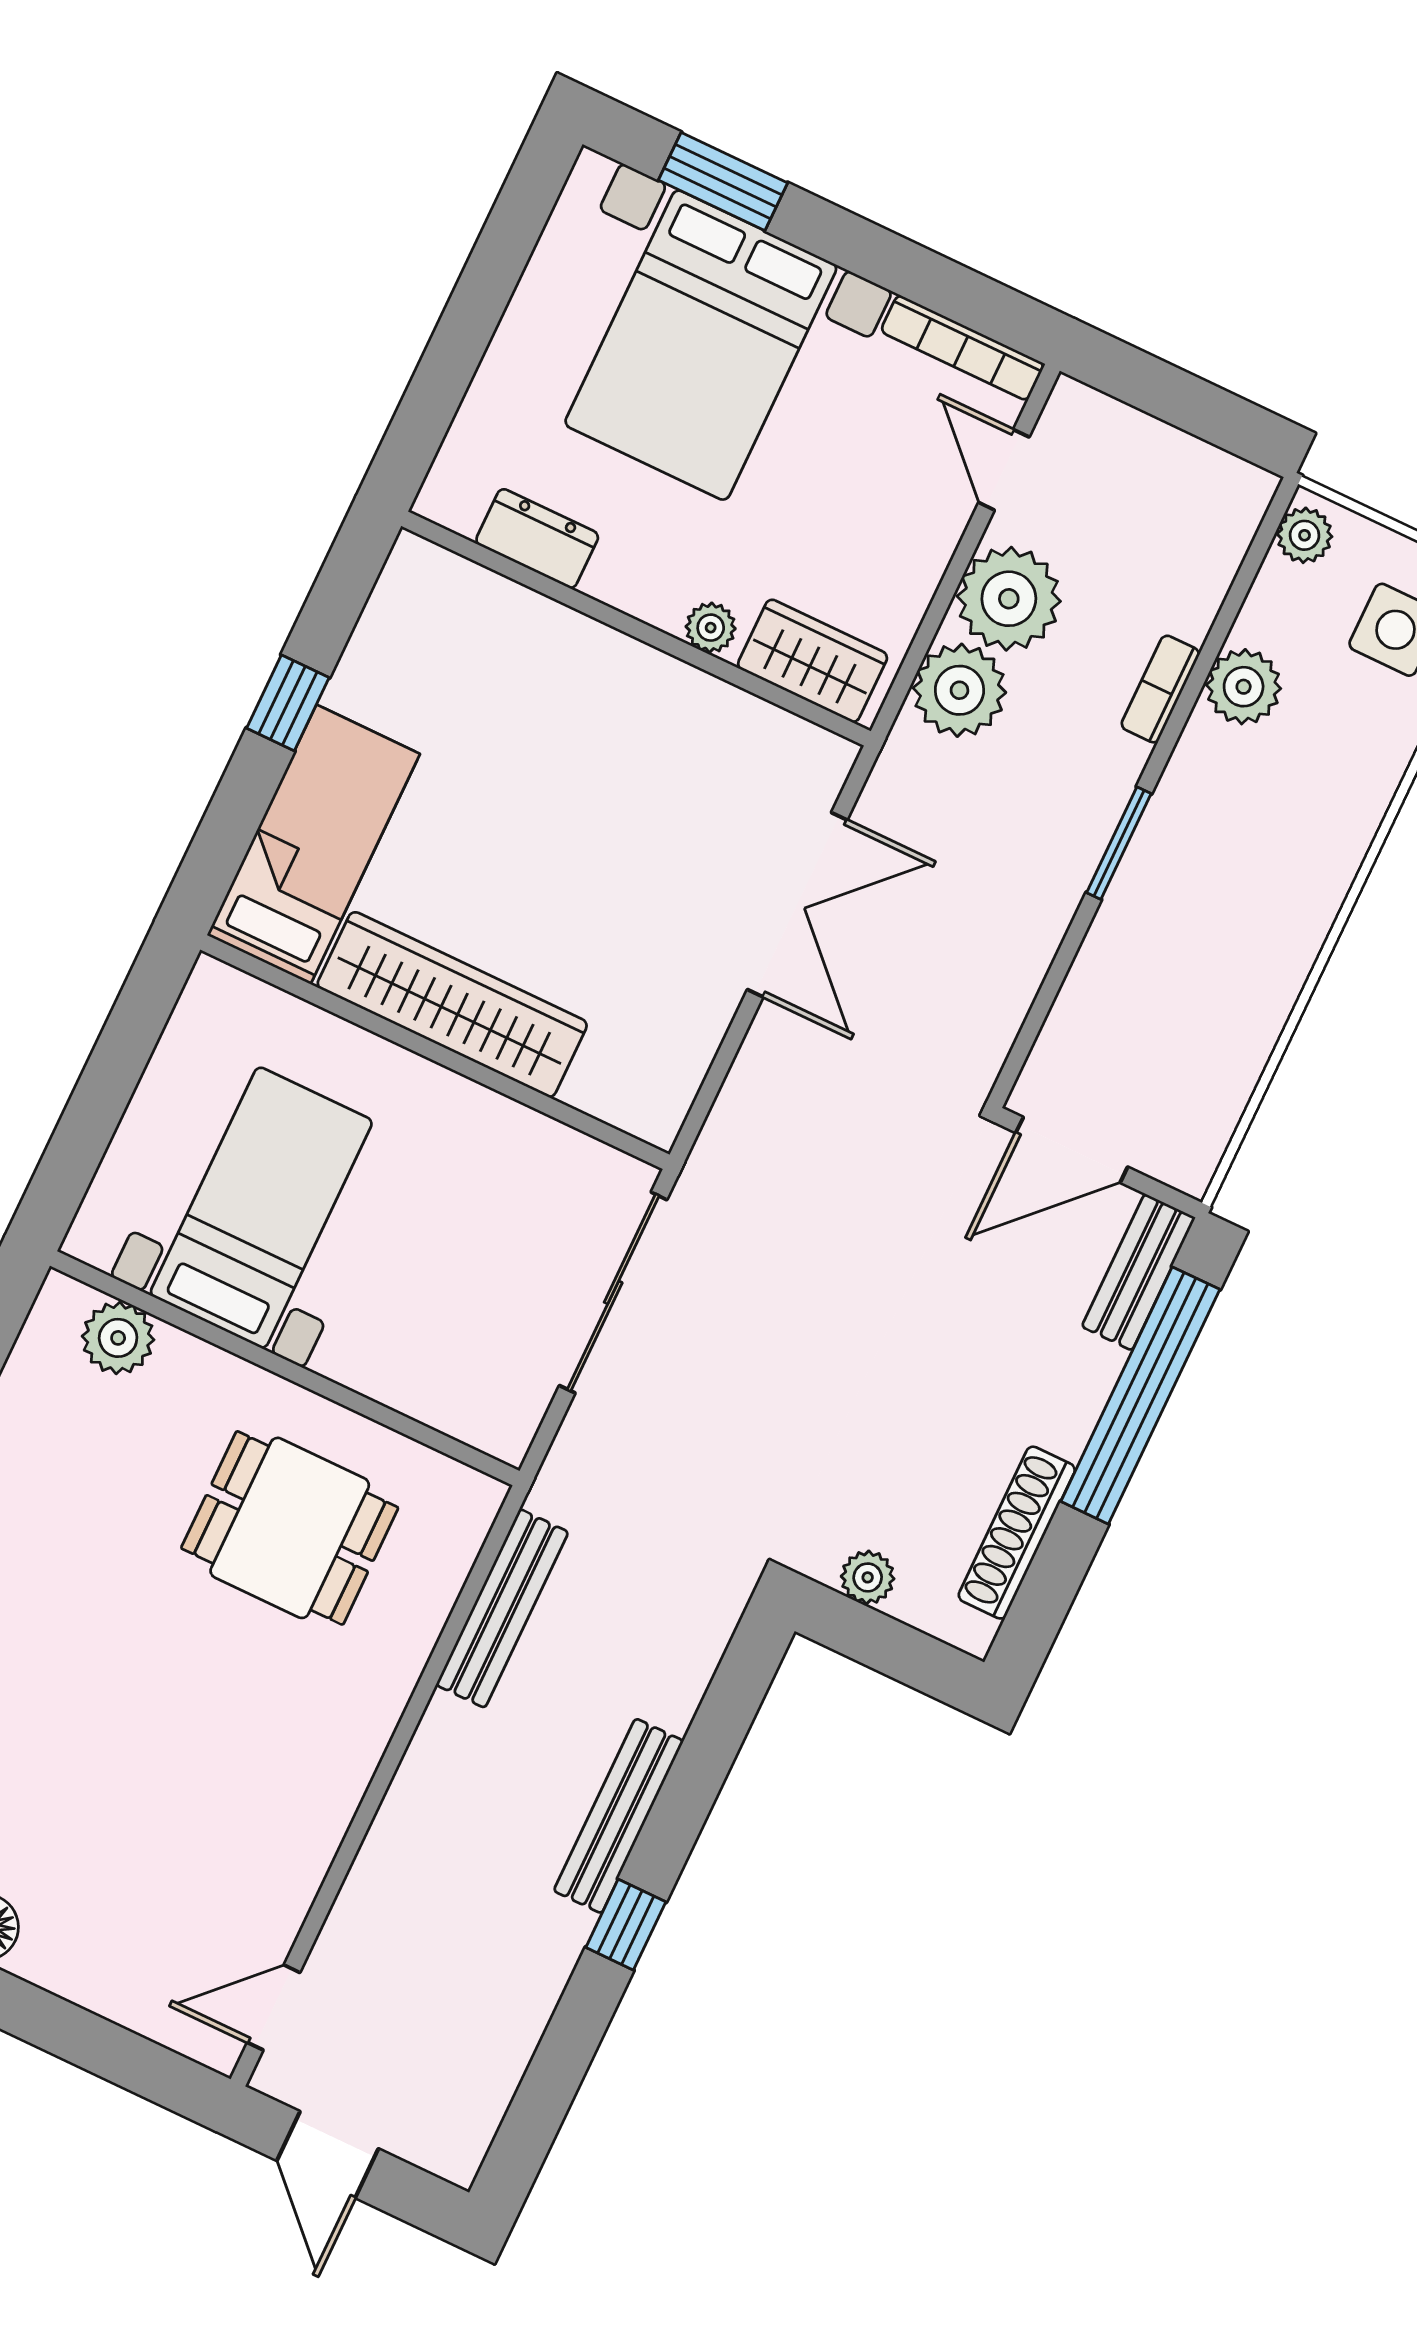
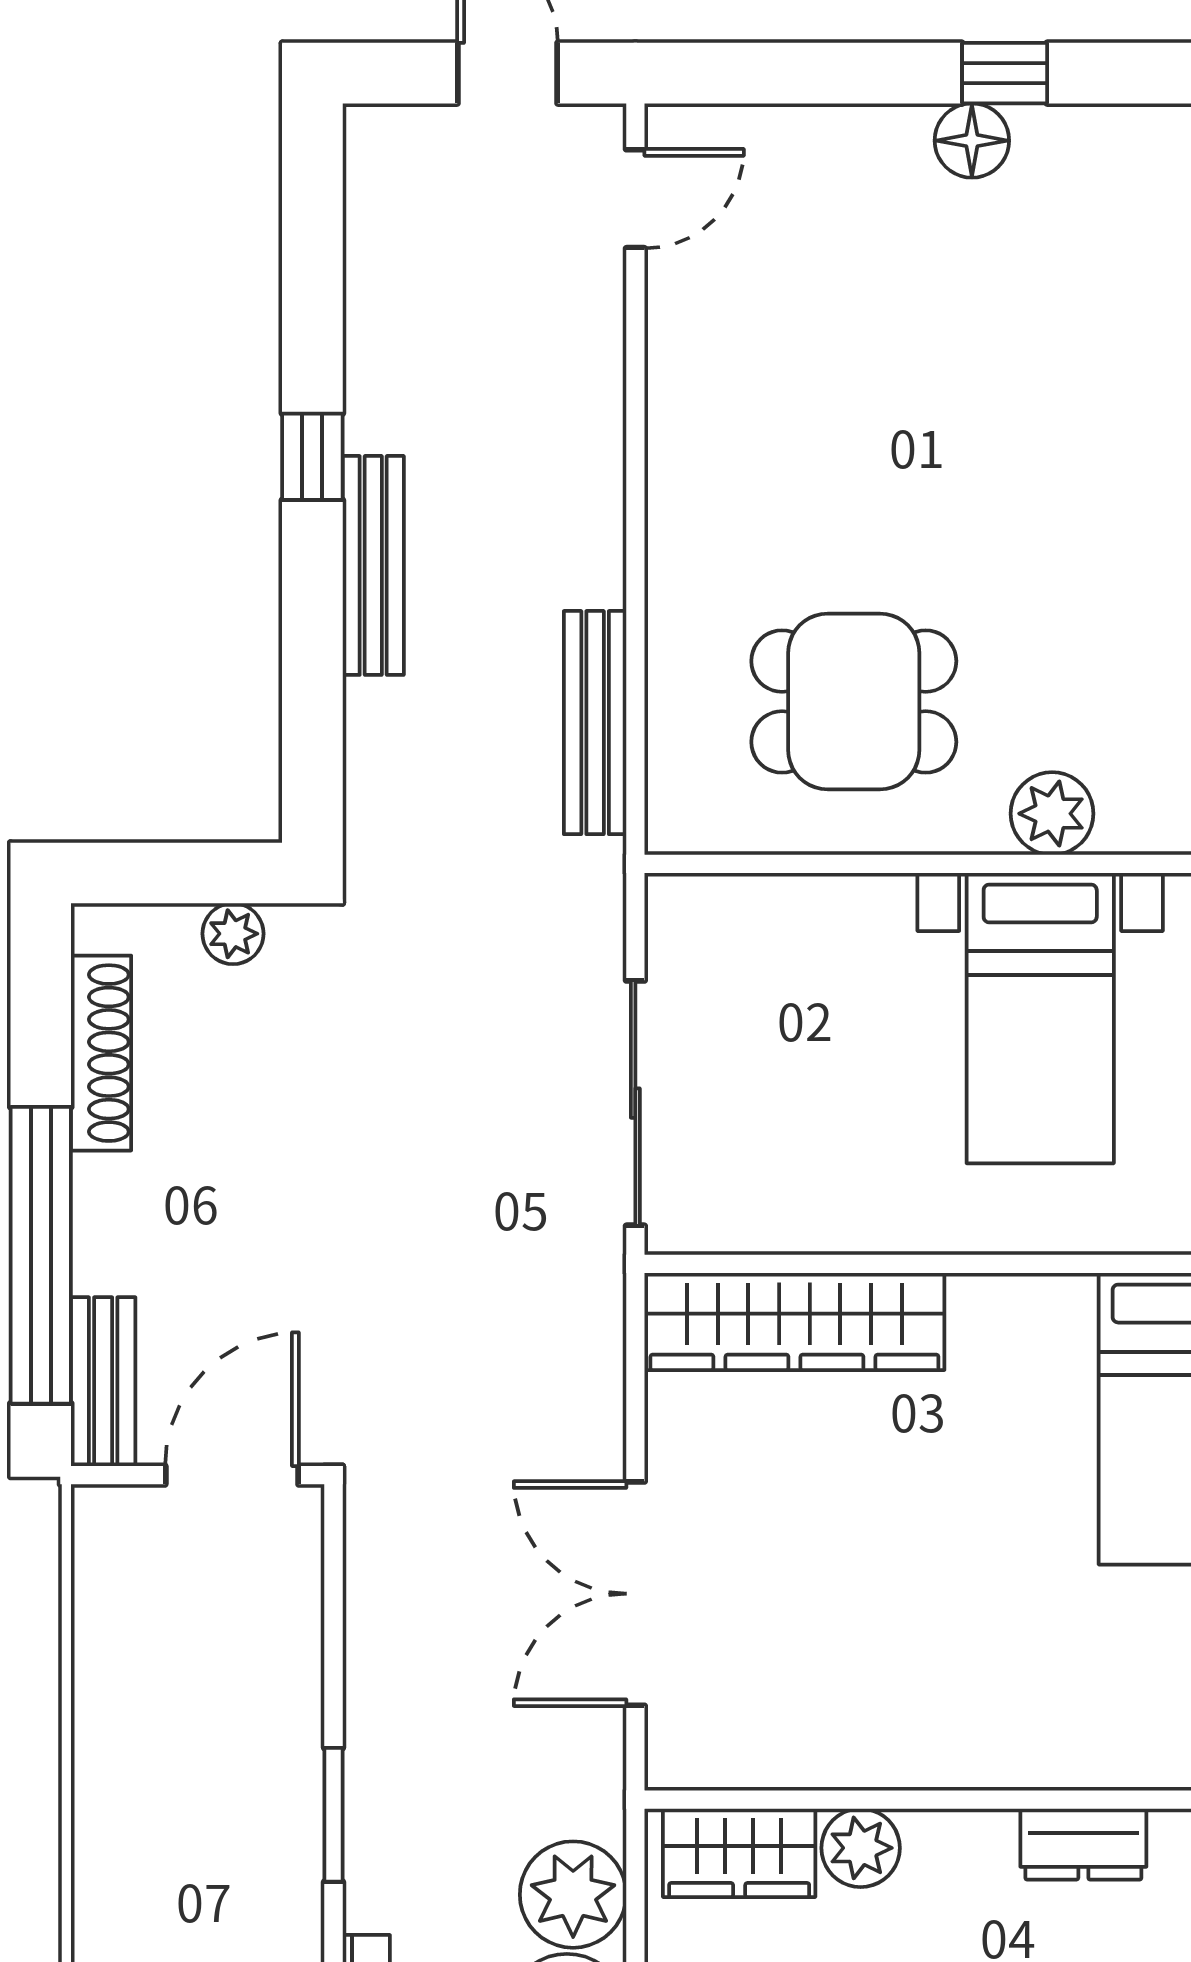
plant: (711, 628) -> (861, 1848), width x1.38, depth x1.38
wardrobe: (452, 1004) -> (794, 1322), moved
plant: (118, 1338) -> (1052, 814), moved

